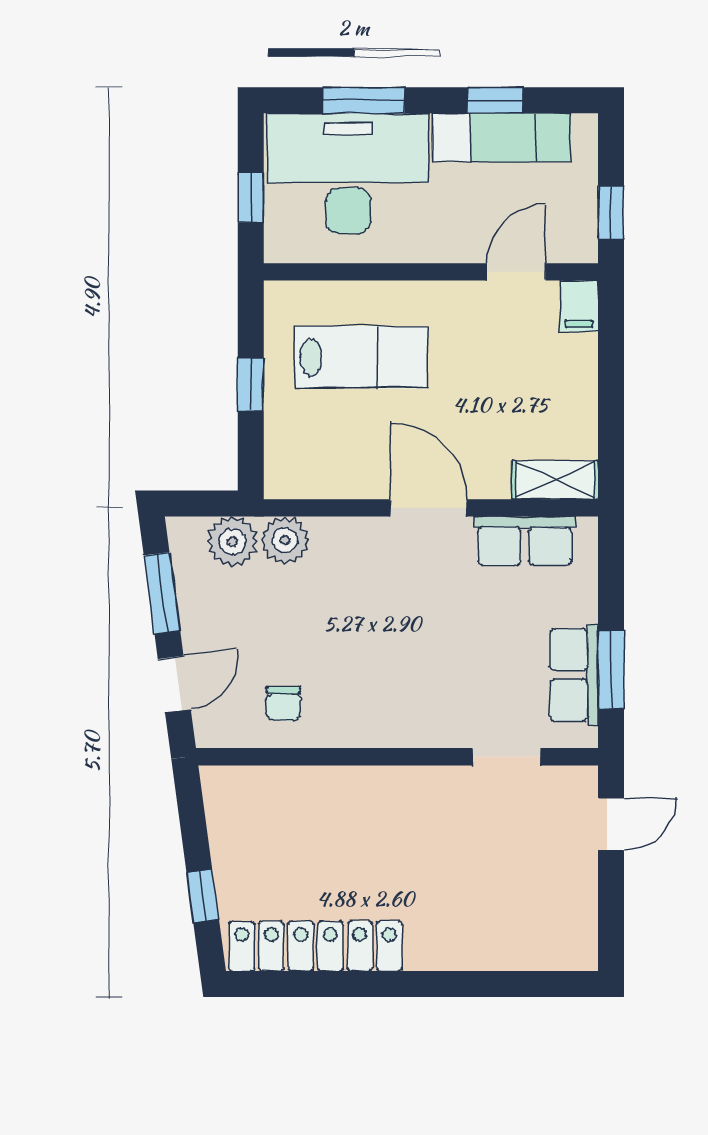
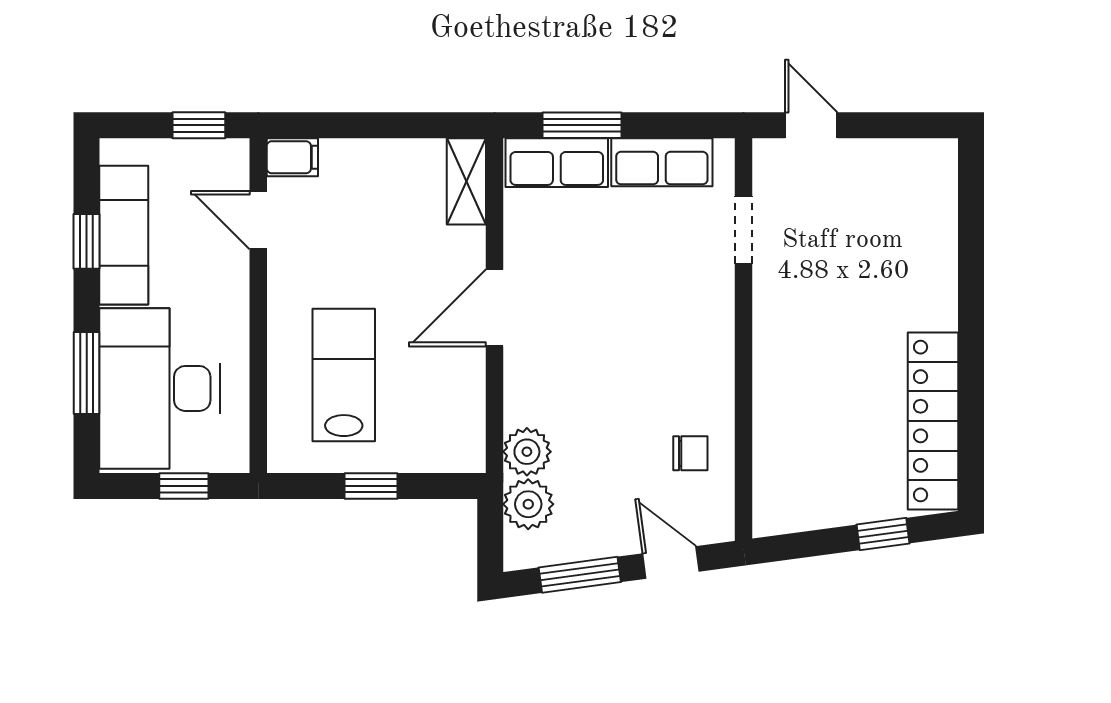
row of seats: (525, 541) -> (557, 163), moved, turned 90
window: (611, 670) -> (582, 125), moved

